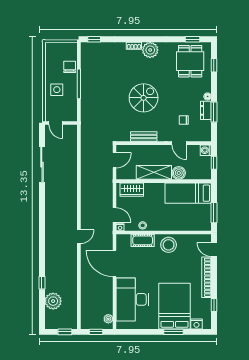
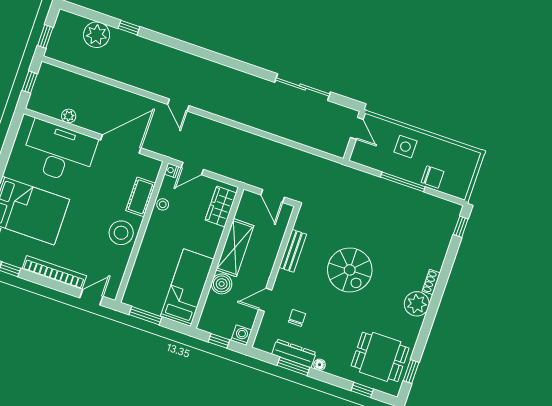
dresser: (206, 110) -> (294, 353), width x1.44
door: (56, 123) -> (357, 128), swing flipped
plant: (108, 319) -> (69, 116), moved

